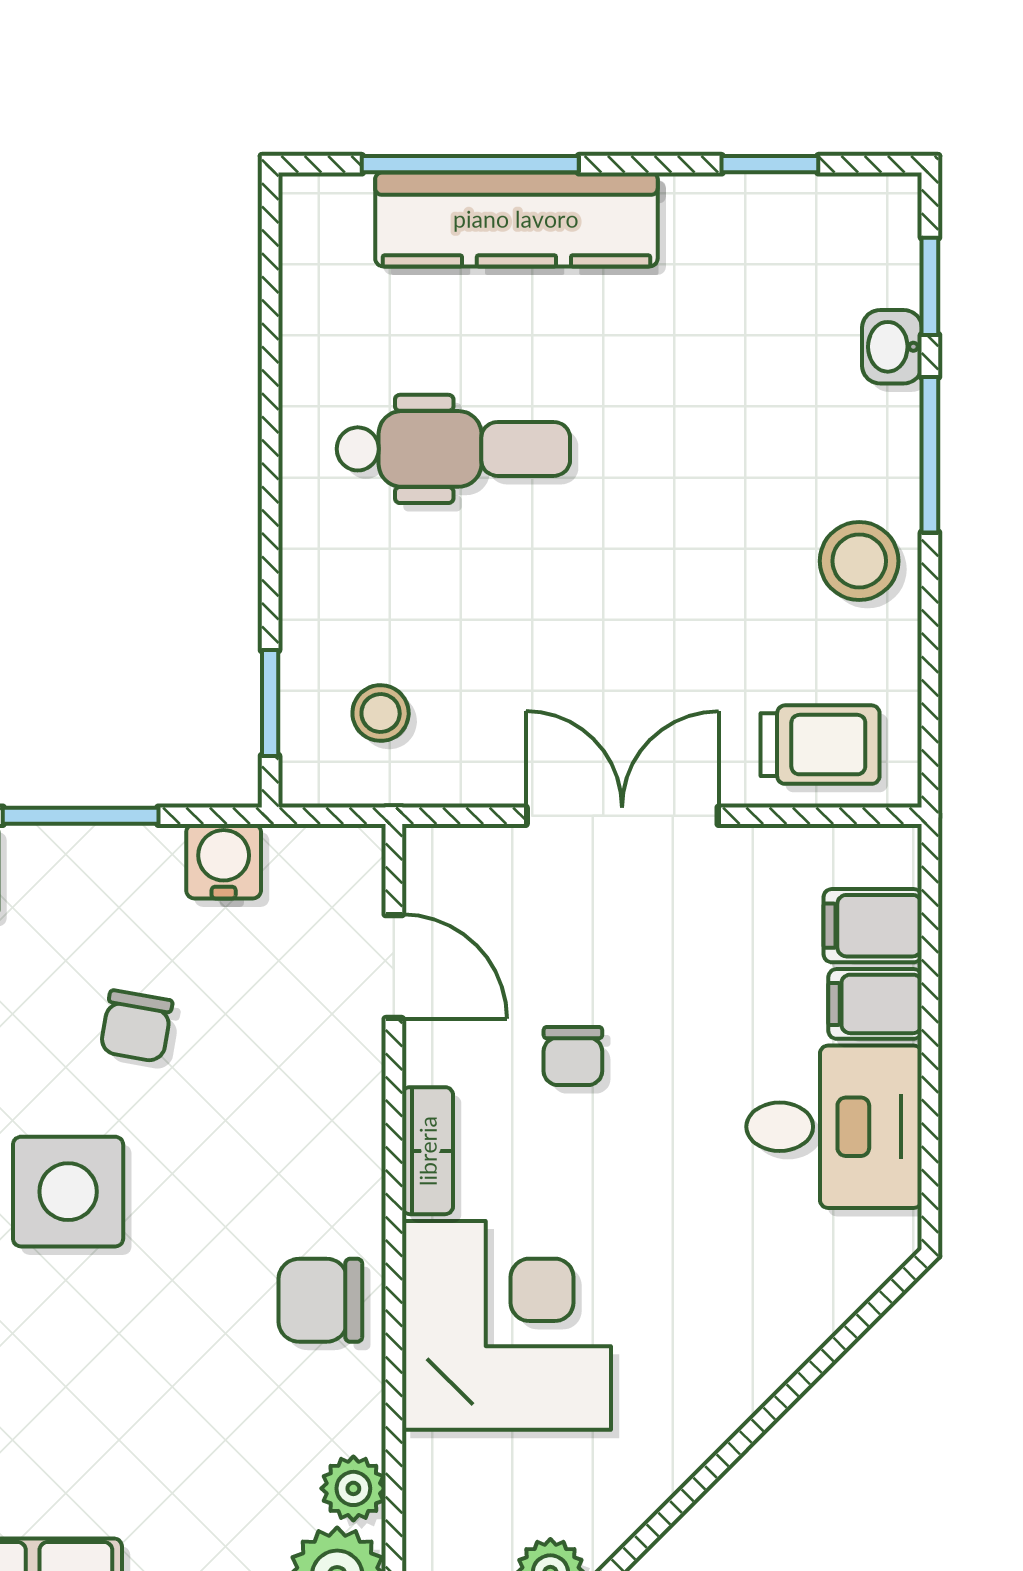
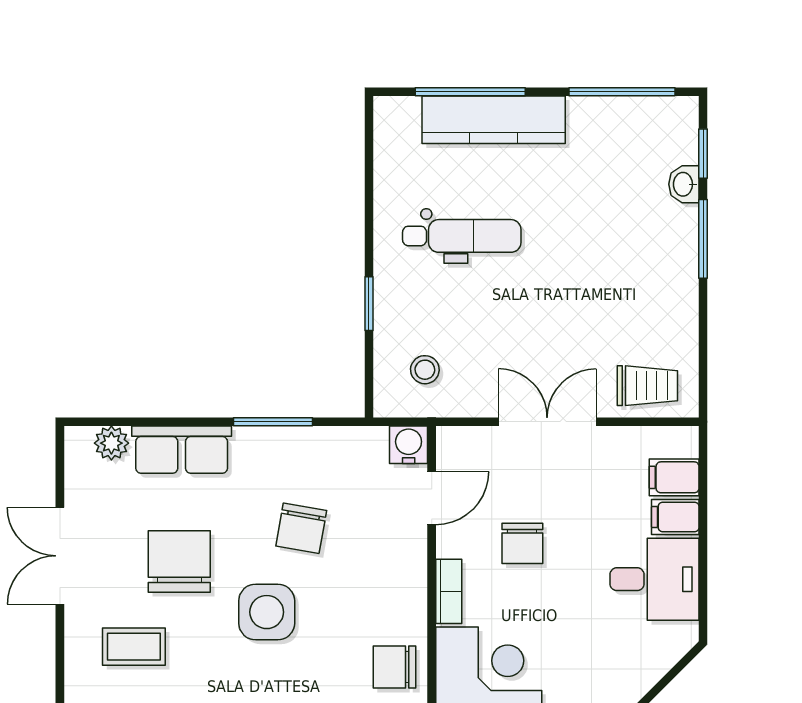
window: (770, 164) -> (622, 92), width x2.17
stool: (859, 561) -> (667, 293), removed
window: (270, 703) -> (369, 304), moved
water cooler: (224, 861) -> (409, 445), moved
door: (394, 967) -> (432, 498), hinge flipped
chair: (136, 1026) -> (301, 528), width x1.37, depth x1.37
chair: (573, 1056) -> (522, 543), width x1.37, depth x1.37

